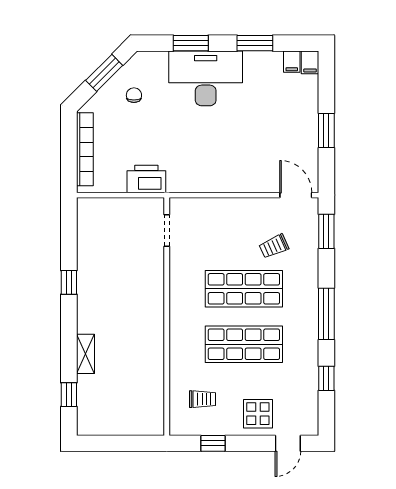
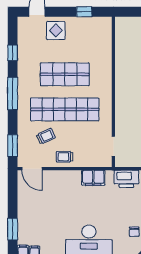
window: (326, 131) -> (13, 229), moved
filing cabinet: (199, 181) -> (93, 178), added
shop shelf: (244, 289) -> (65, 109), width x1.40
trolley: (202, 399) -> (65, 157), moved

